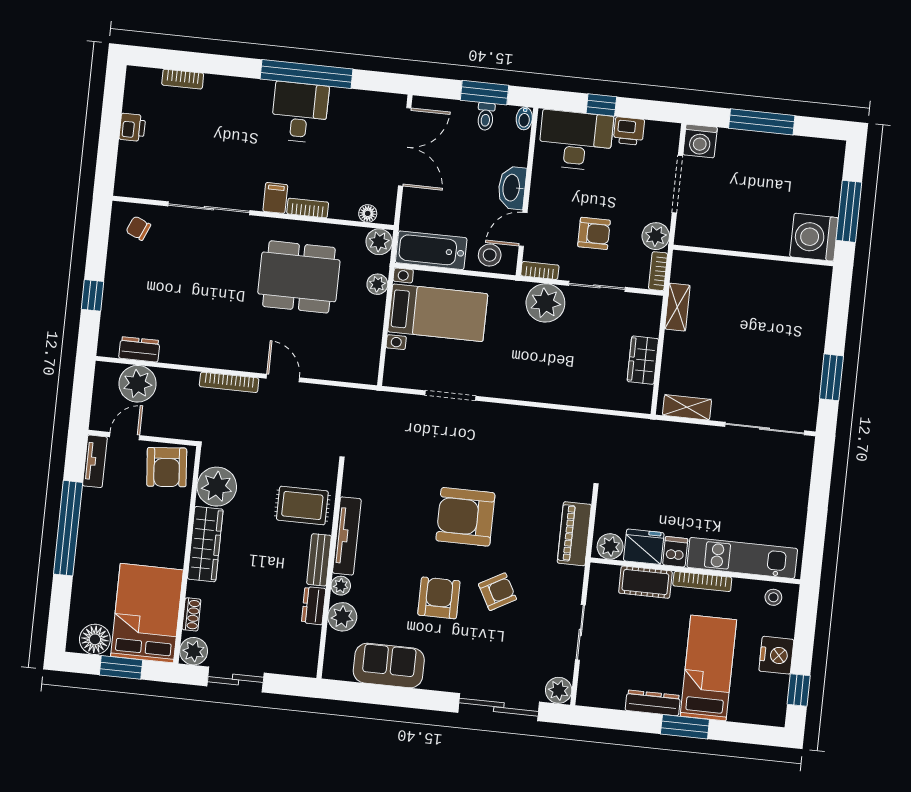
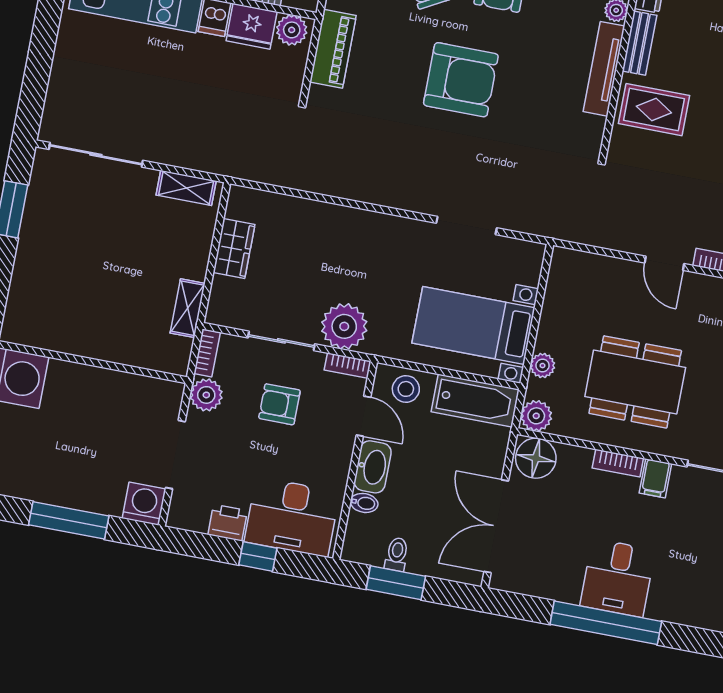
bidet: (524, 118) -> (364, 503), moved, turned 90
floor lamp: (368, 213) -> (536, 458), width x1.89, depth x1.89
door: (523, 229) -> (364, 416), hinge flipped

